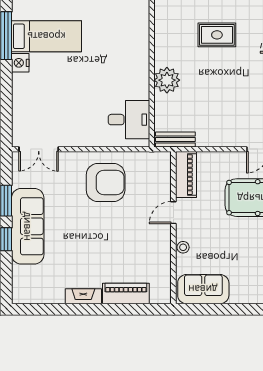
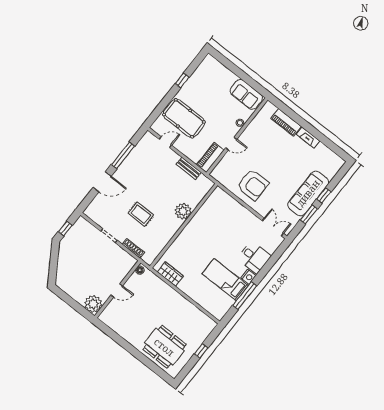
desk: (129, 120) -> (254, 257), moved, turned 180
bench: (175, 140) -> (189, 168), moved
armchair: (106, 182) -> (253, 185), turned 180

